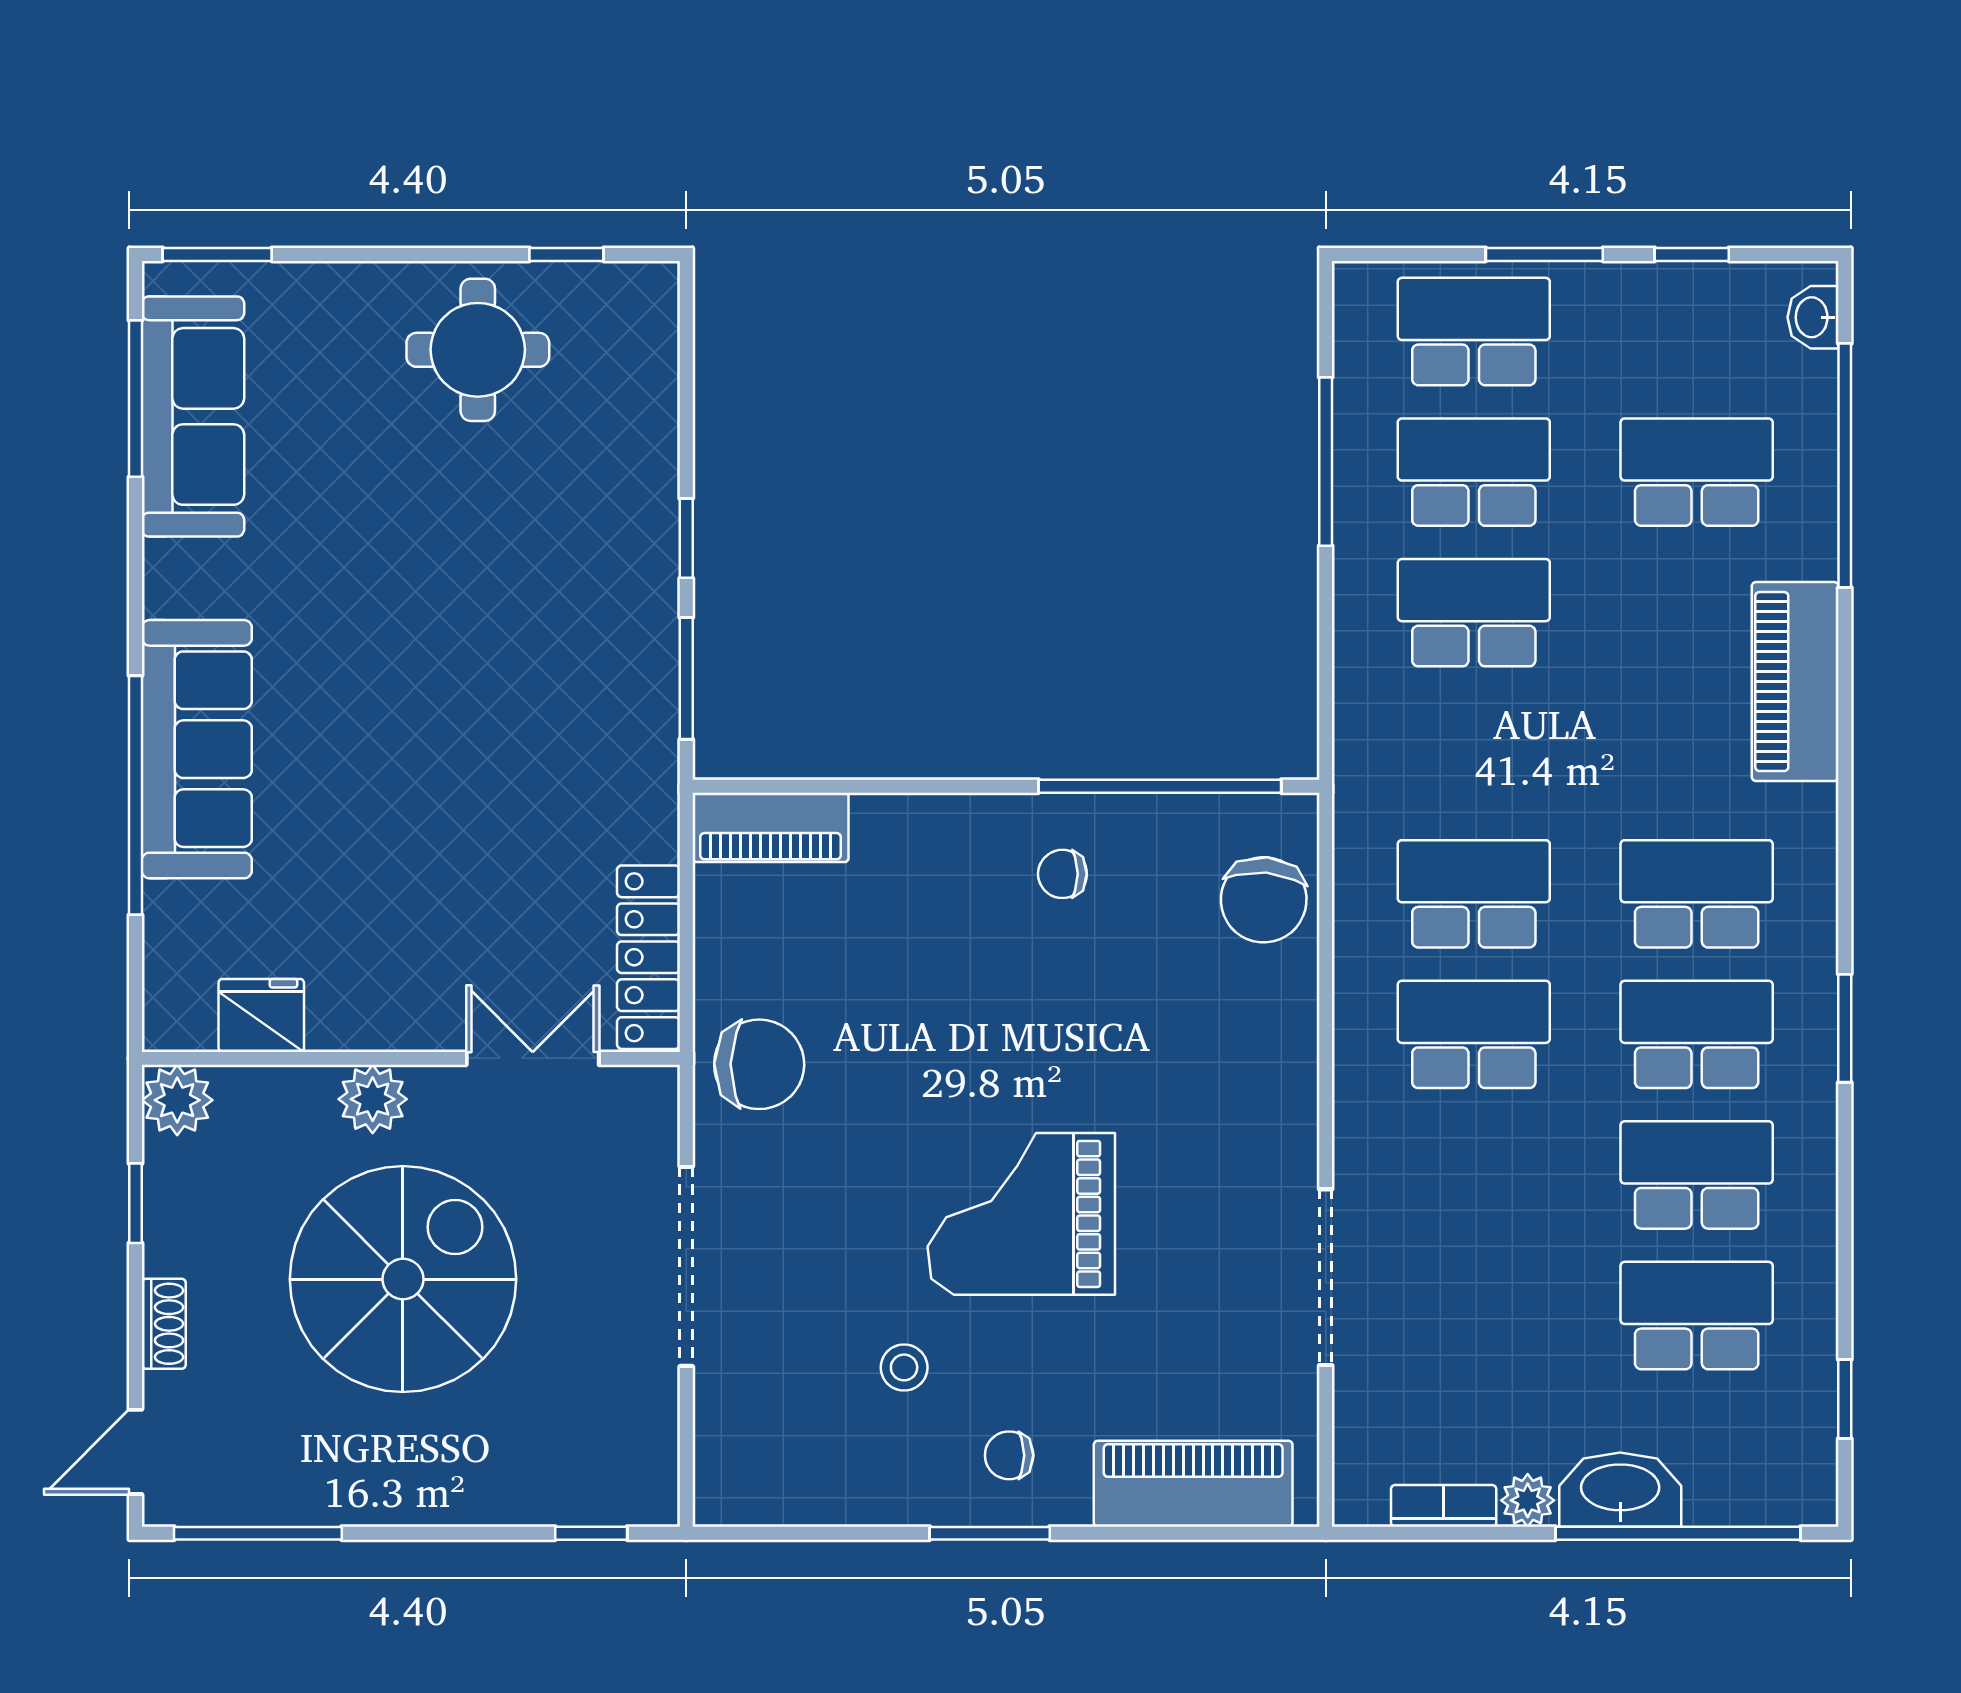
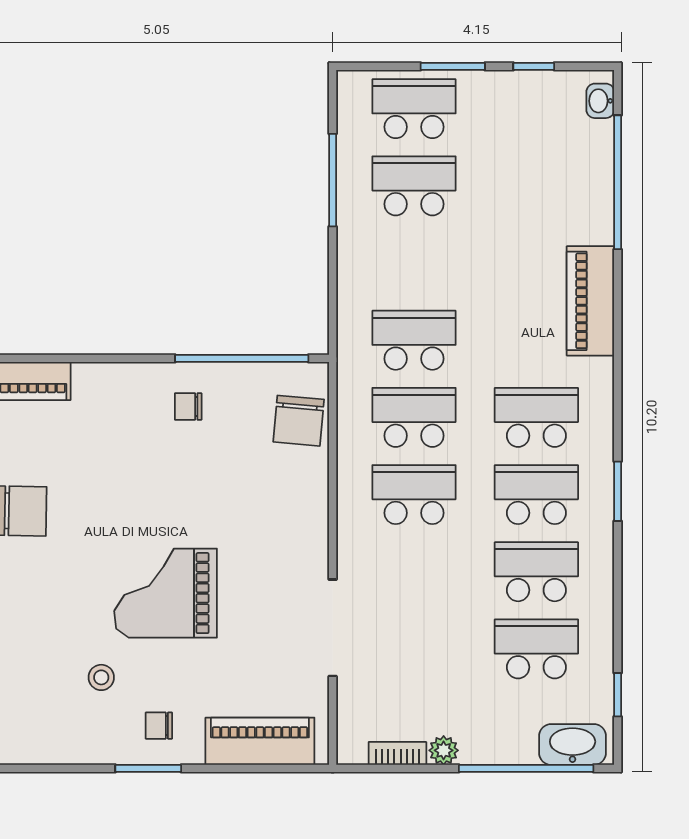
school desk: (1697, 472) -> (536, 186), removed
school desk: (1474, 613) -> (414, 340), moved
washbasin: (1620, 1490) -> (573, 744), moved

